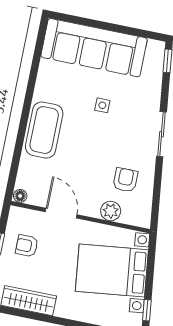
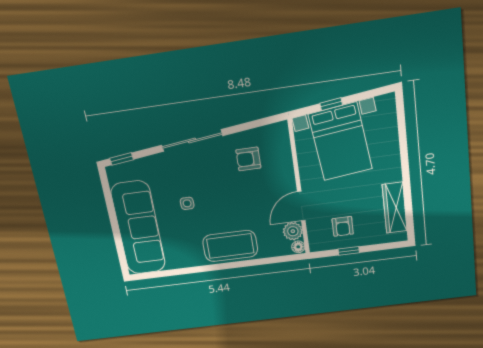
sliding door: (161, 134) -> (192, 141), width x1.37
plant: (111, 211) -> (293, 231), moved
window: (147, 310) -> (331, 104), moved

